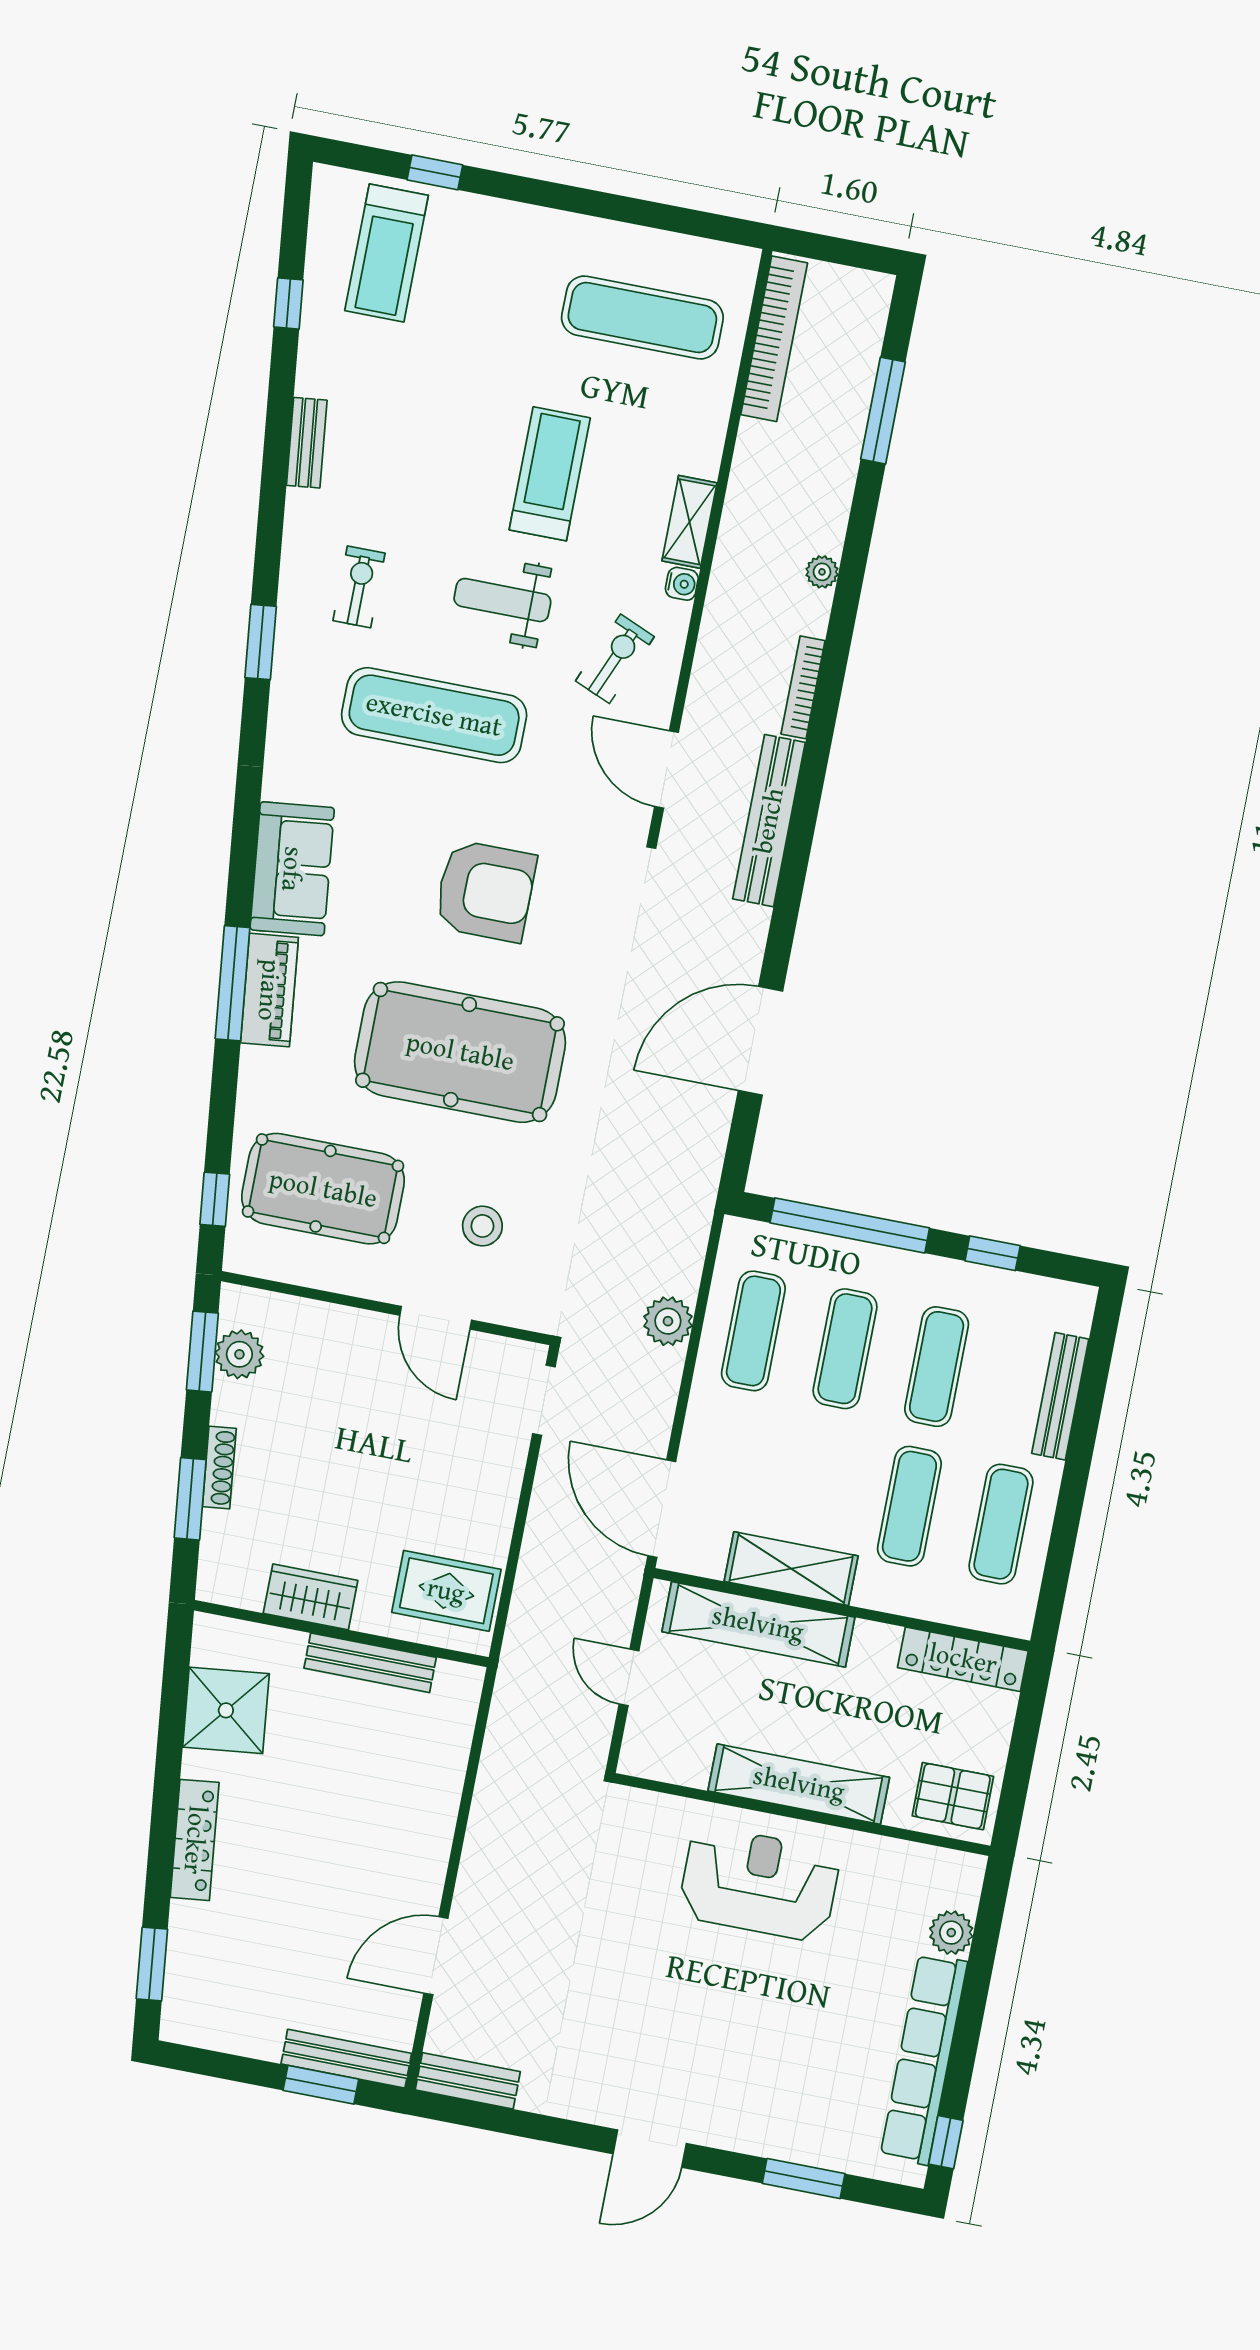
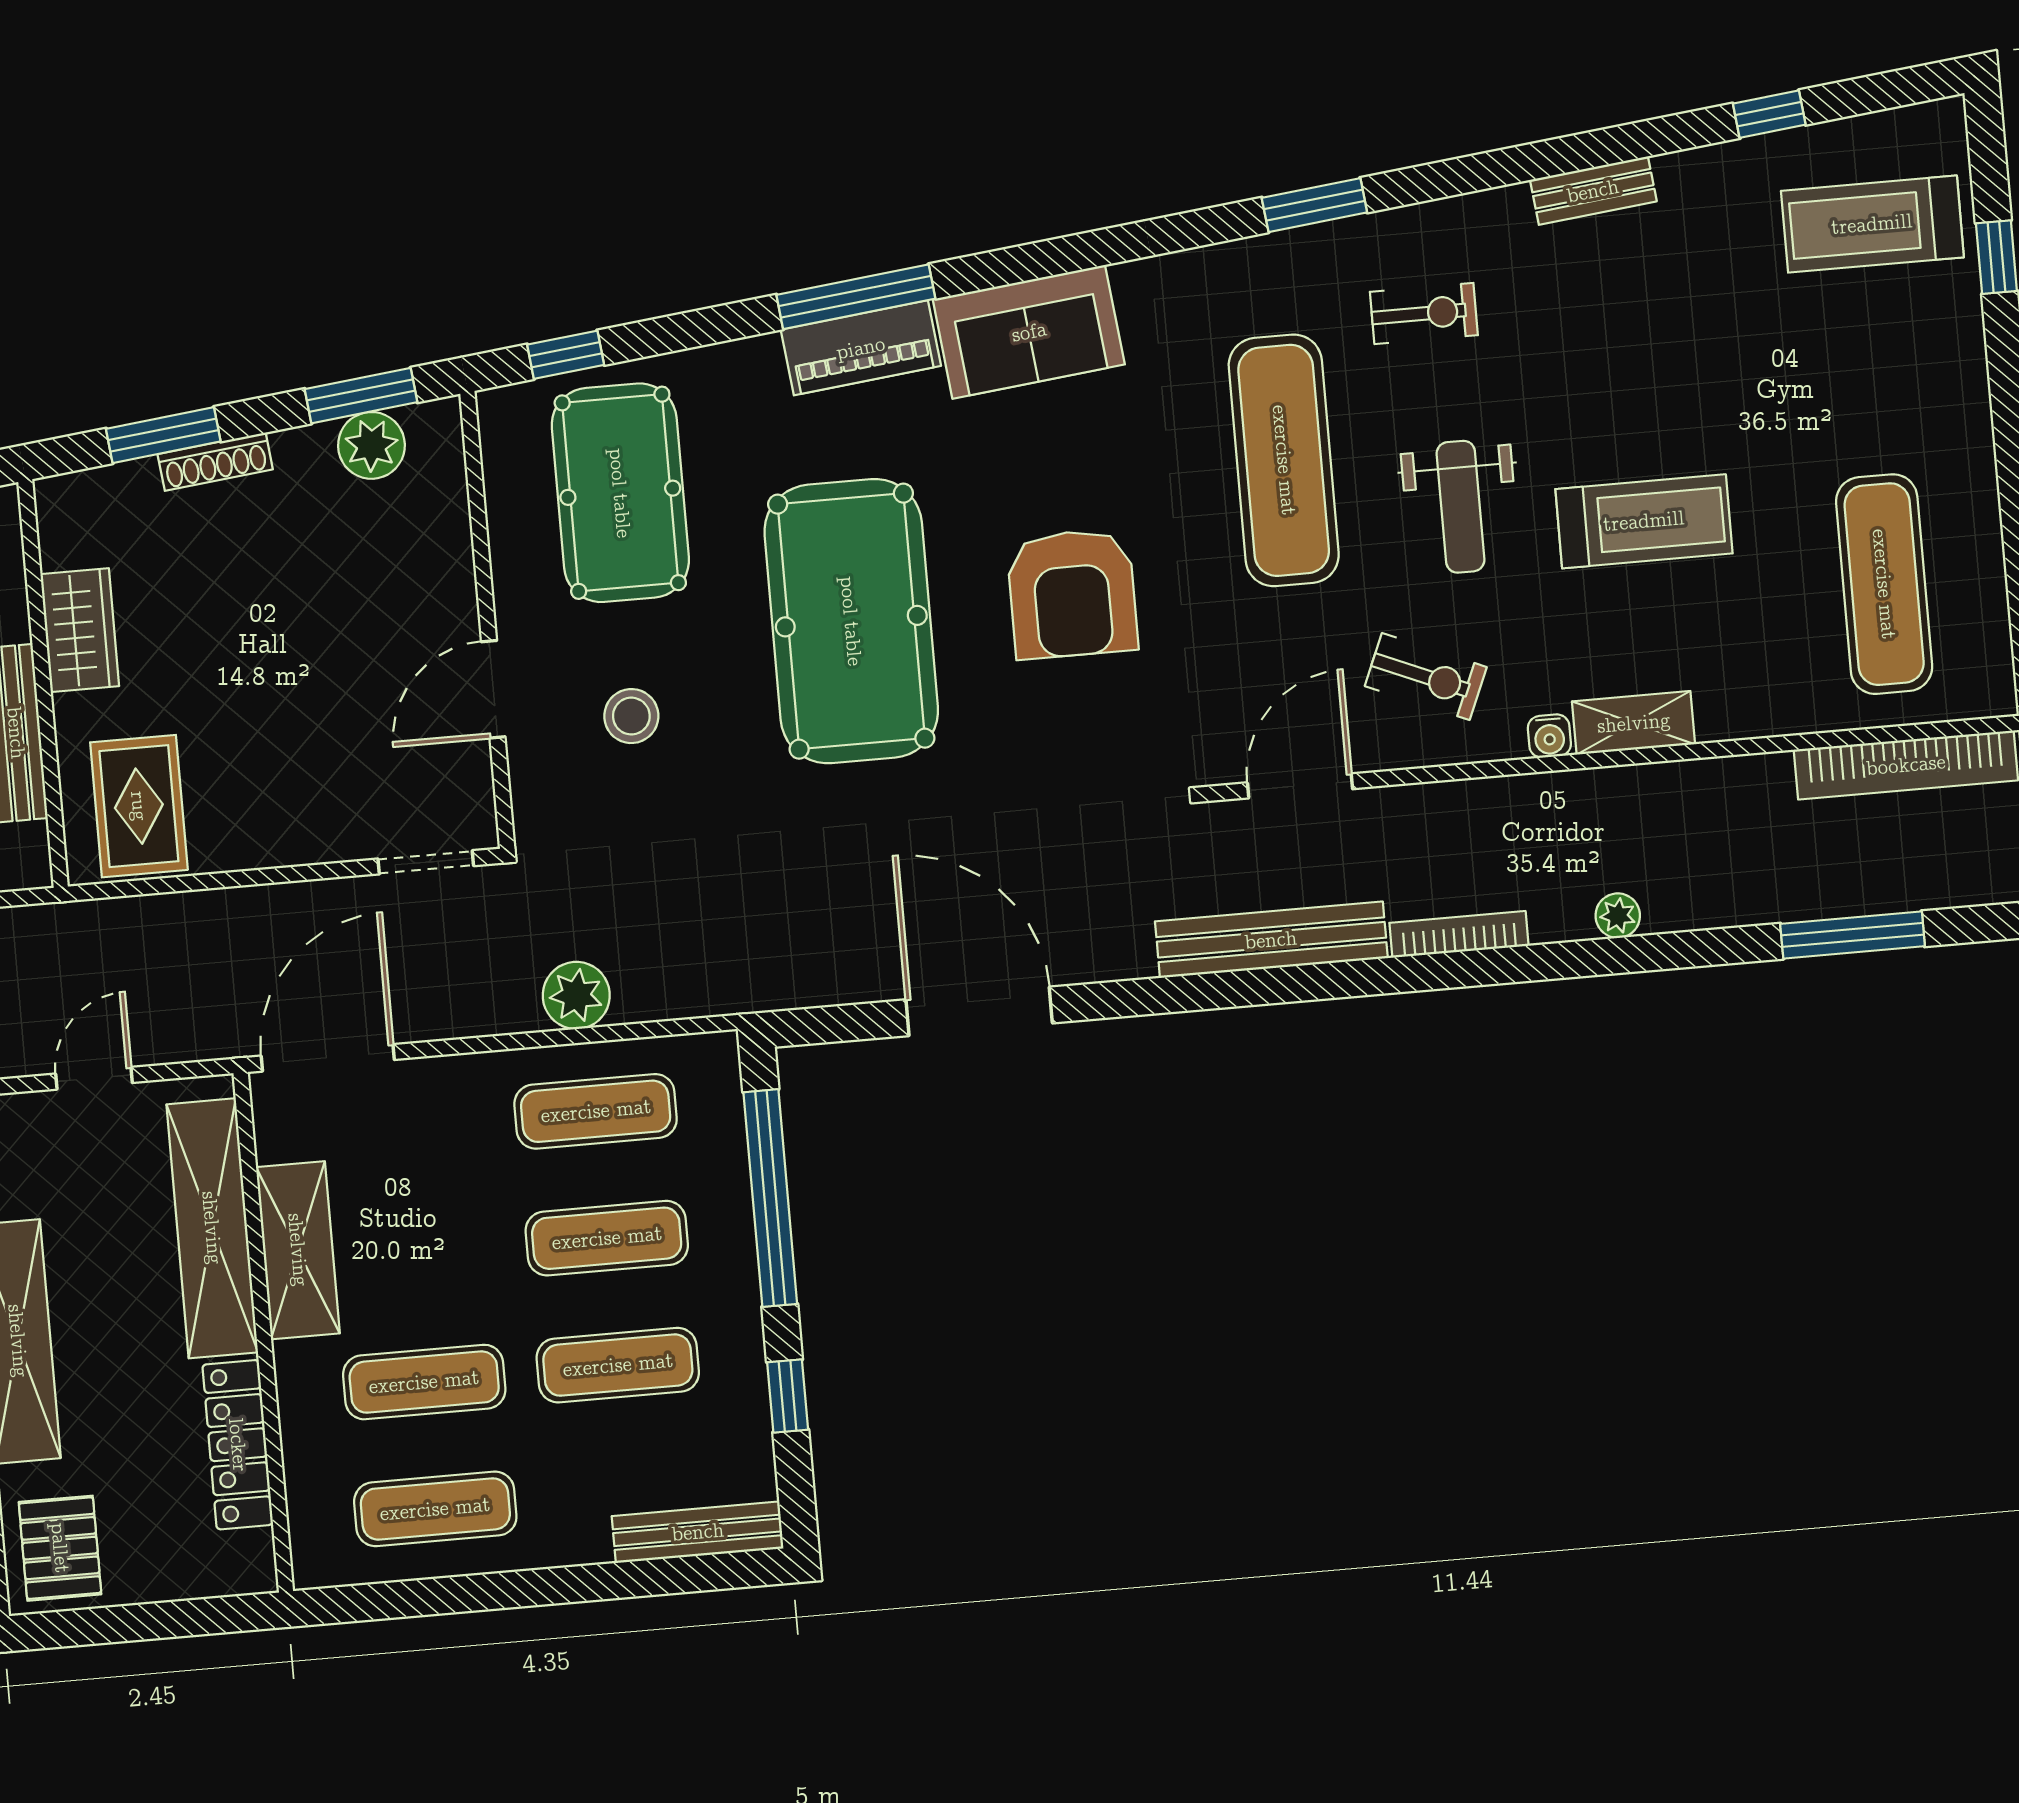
weight bench: (502, 600) -> (1460, 507), turned 180
bench: (1060, 1396) -> (698, 1532), moved
locker: (963, 1659) -> (238, 1445), moved

